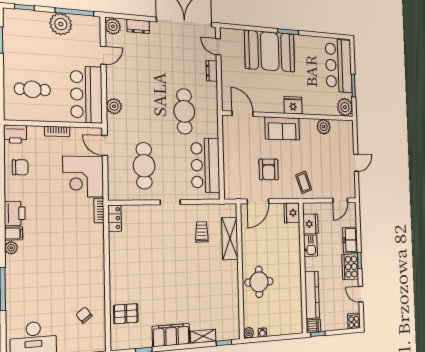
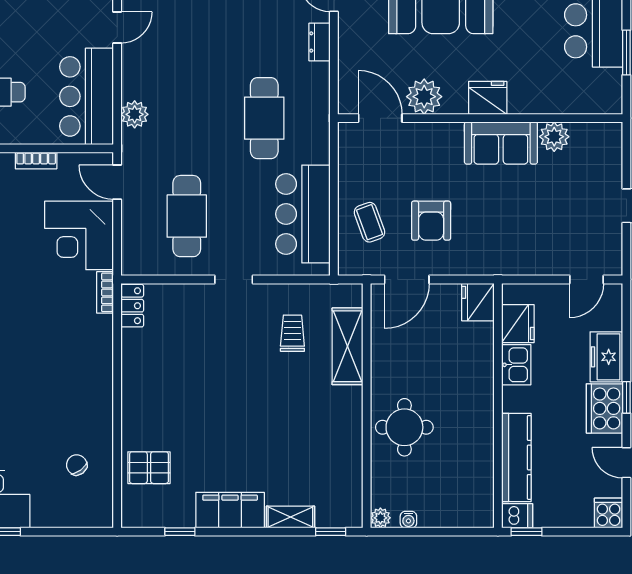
plant: (345, 107) -> (424, 97), moved
sofa: (282, 129) -> (501, 143), moved
coffee table: (304, 182) -> (369, 222), moved

